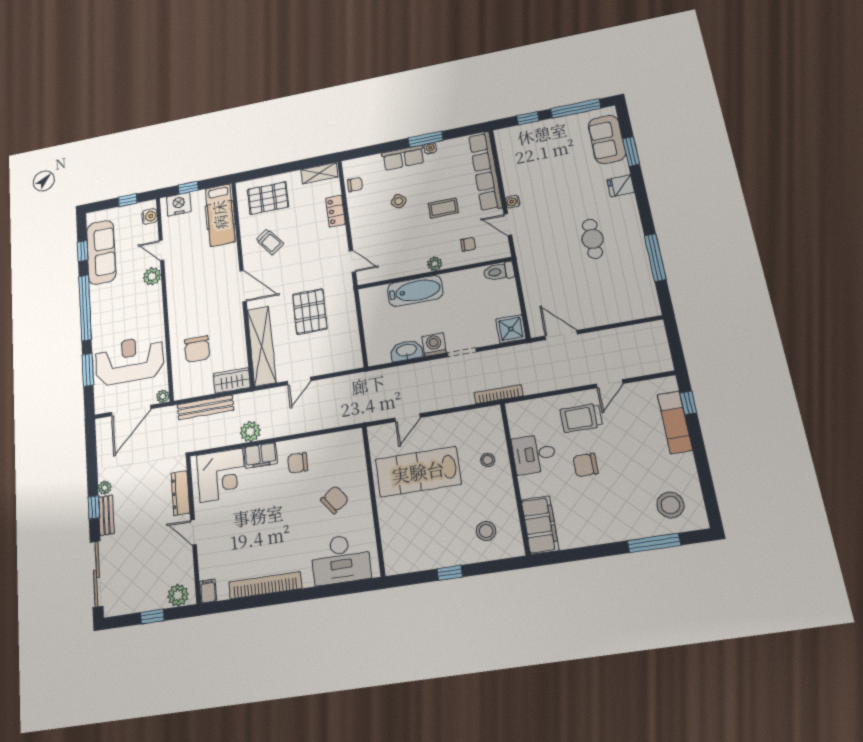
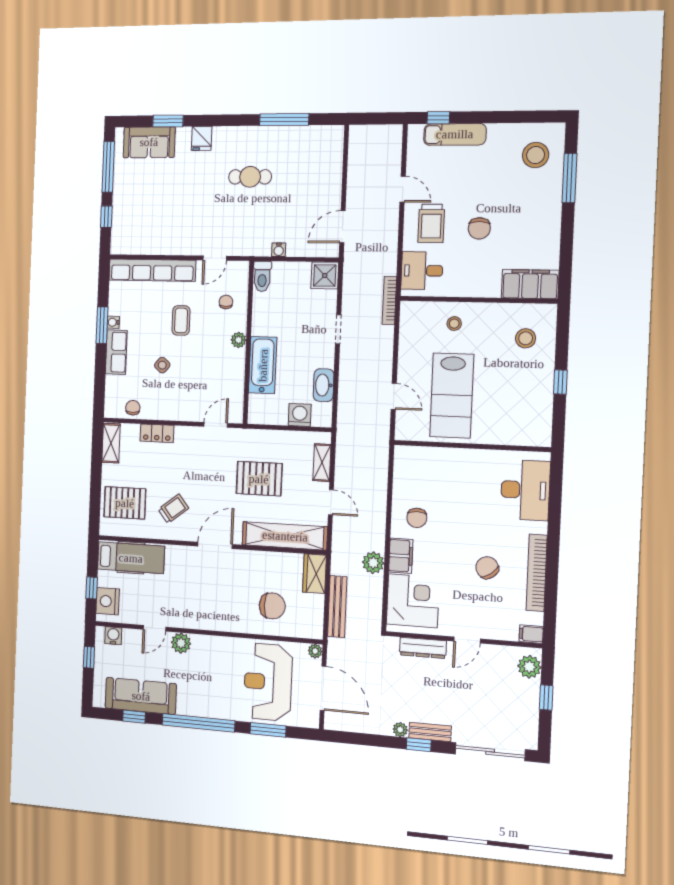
pallet: (268, 198) -> (125, 503), turned 90
water cooler: (513, 202) -> (279, 250), moved
washing machine: (434, 345) -> (300, 415), moved, turned 90
shelving: (334, 365) -> (322, 463), added
desk: (534, 454) -> (422, 271), moved, turned 90
chair: (335, 500) -> (487, 568), moved

